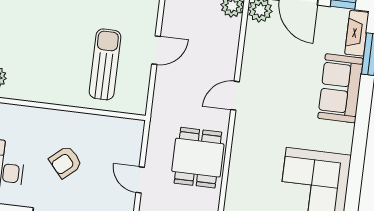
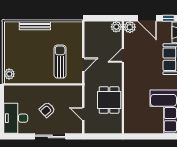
door: (156, 50) -> (83, 65), moved
door: (235, 96) -> (123, 55), moved

